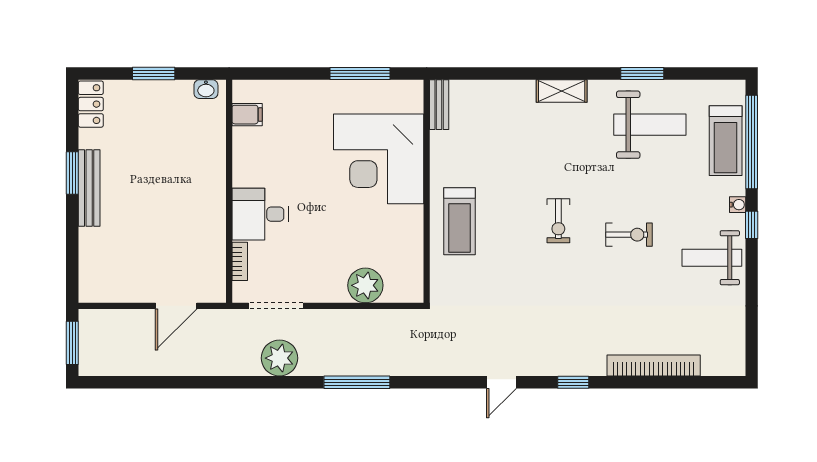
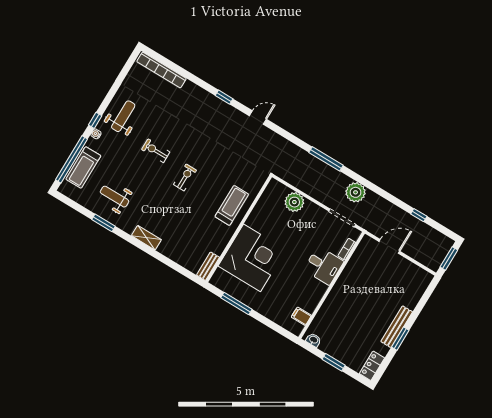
weight bench: (650, 125) -> (114, 197), width x0.73, depth x0.75
treadmill: (726, 141) -> (83, 167), turned 180
weight bench: (712, 258) -> (123, 116), turned -90
bookcase: (654, 366) -> (161, 70), moved
window: (160, 382) -> (419, 215), added

